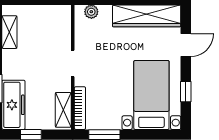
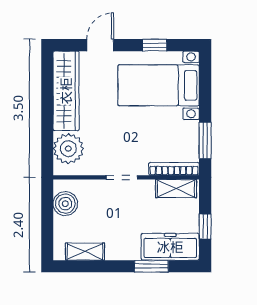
plant: (91, 12) -> (68, 149), width x1.87, depth x1.87
boiler: (50, 15) -> (65, 204), added
door: (186, 45) -> (100, 45), hinge flipped

